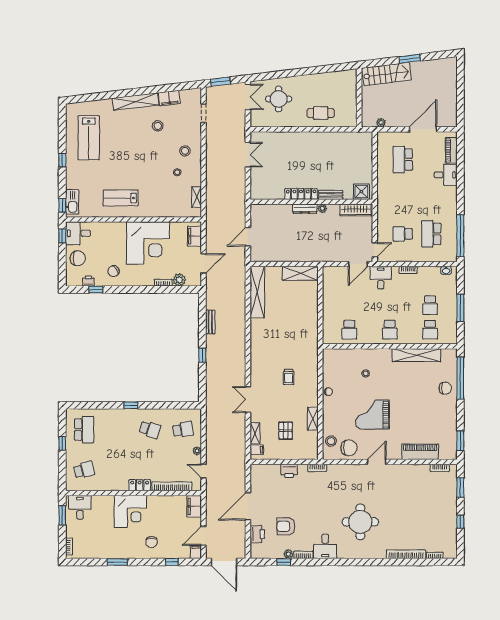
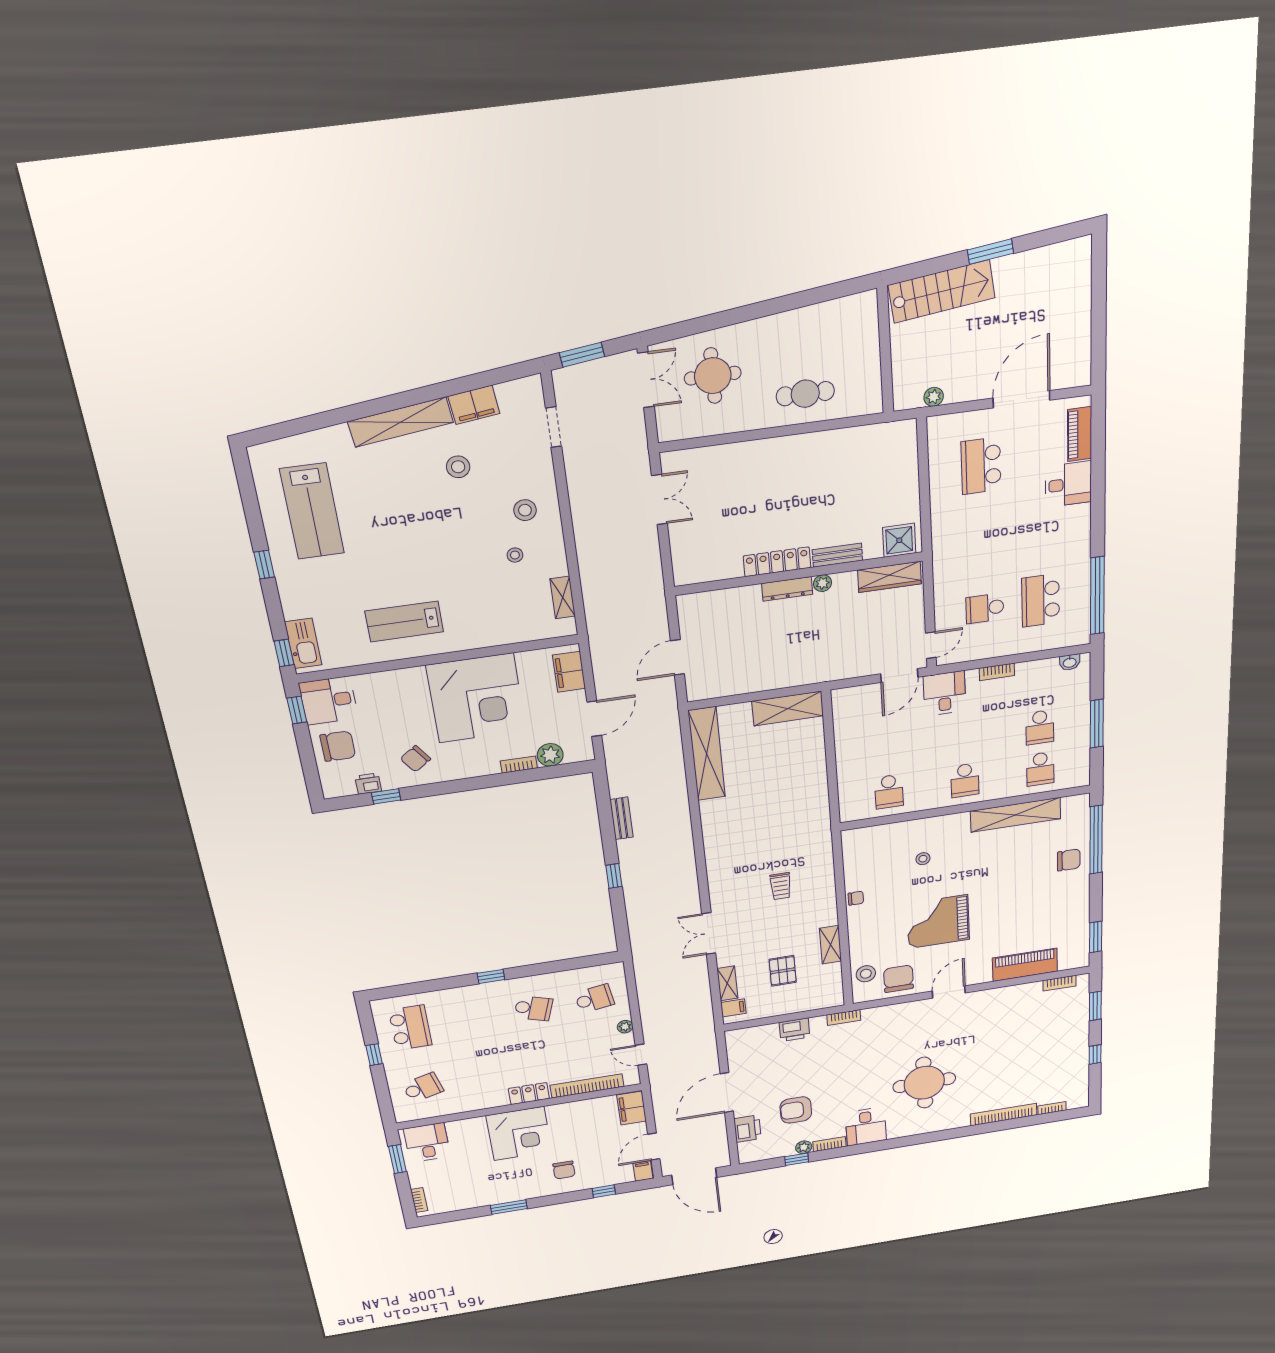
chair: (349, 448) -> (898, 979), turned -90

